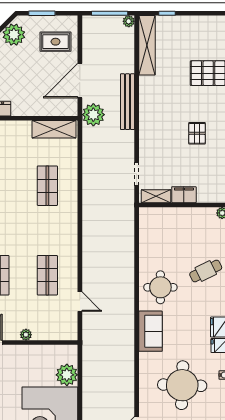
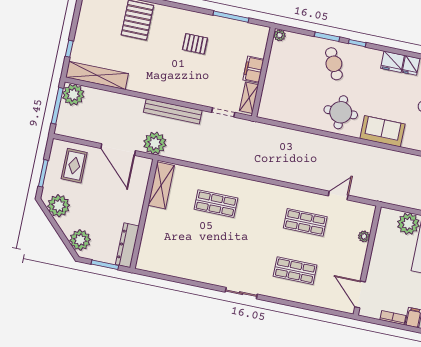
plant: (129, 21) -> (73, 95), width x1.87, depth x1.87
bench: (128, 102) -> (173, 111), moved
plant: (26, 335) -> (364, 236), moved

